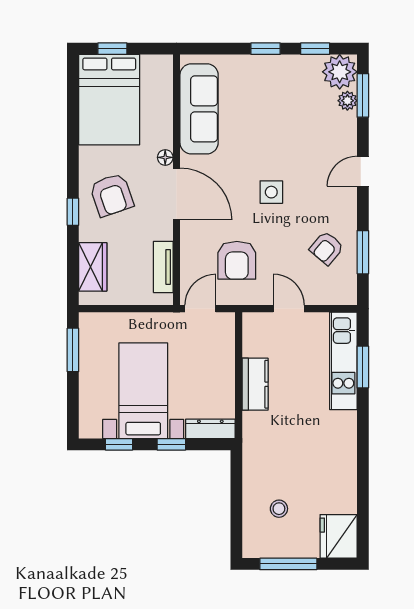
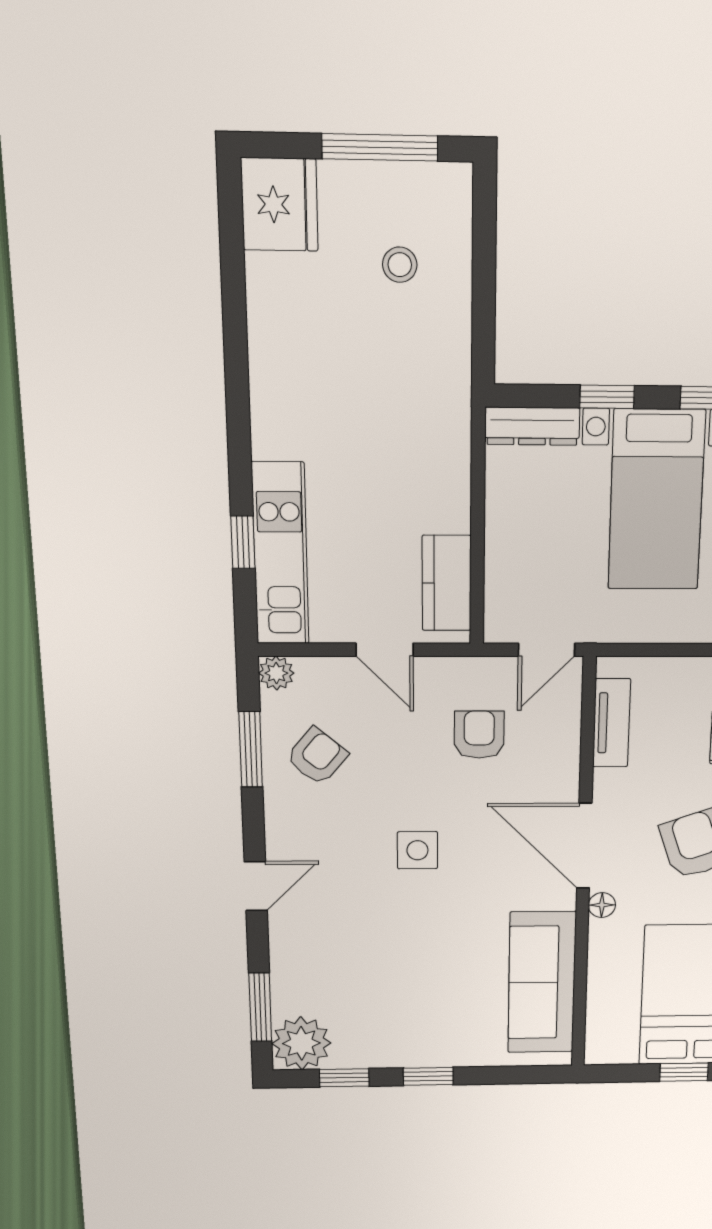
plant: (347, 101) -> (276, 673), moved
armchair: (237, 260) -> (479, 735), width x0.72, depth x0.72
window: (363, 367) -> (243, 542), width x0.67
kitchen counter: (255, 384) -> (447, 583), moved

